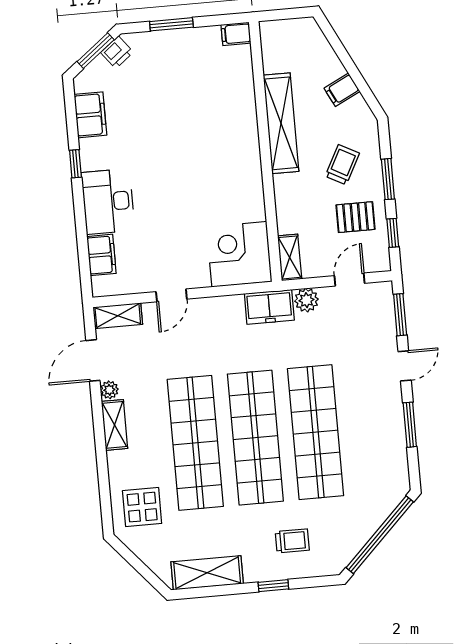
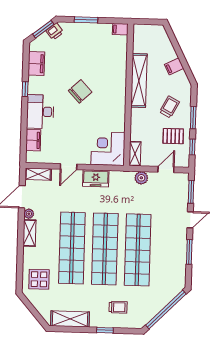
chair: (176, 156) -> (80, 91), added
freezer: (269, 307) -> (96, 178), moved

